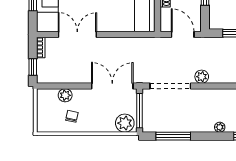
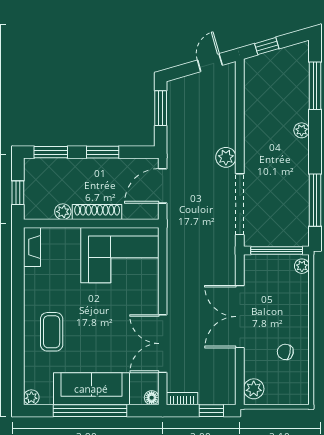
floor lamp: (41, 27) -> (152, 398), added
double door: (112, 86) -> (240, 317), moved
plant: (65, 95) -> (254, 389), moved
plant: (125, 123) -> (302, 266), width x0.53, depth x0.53

